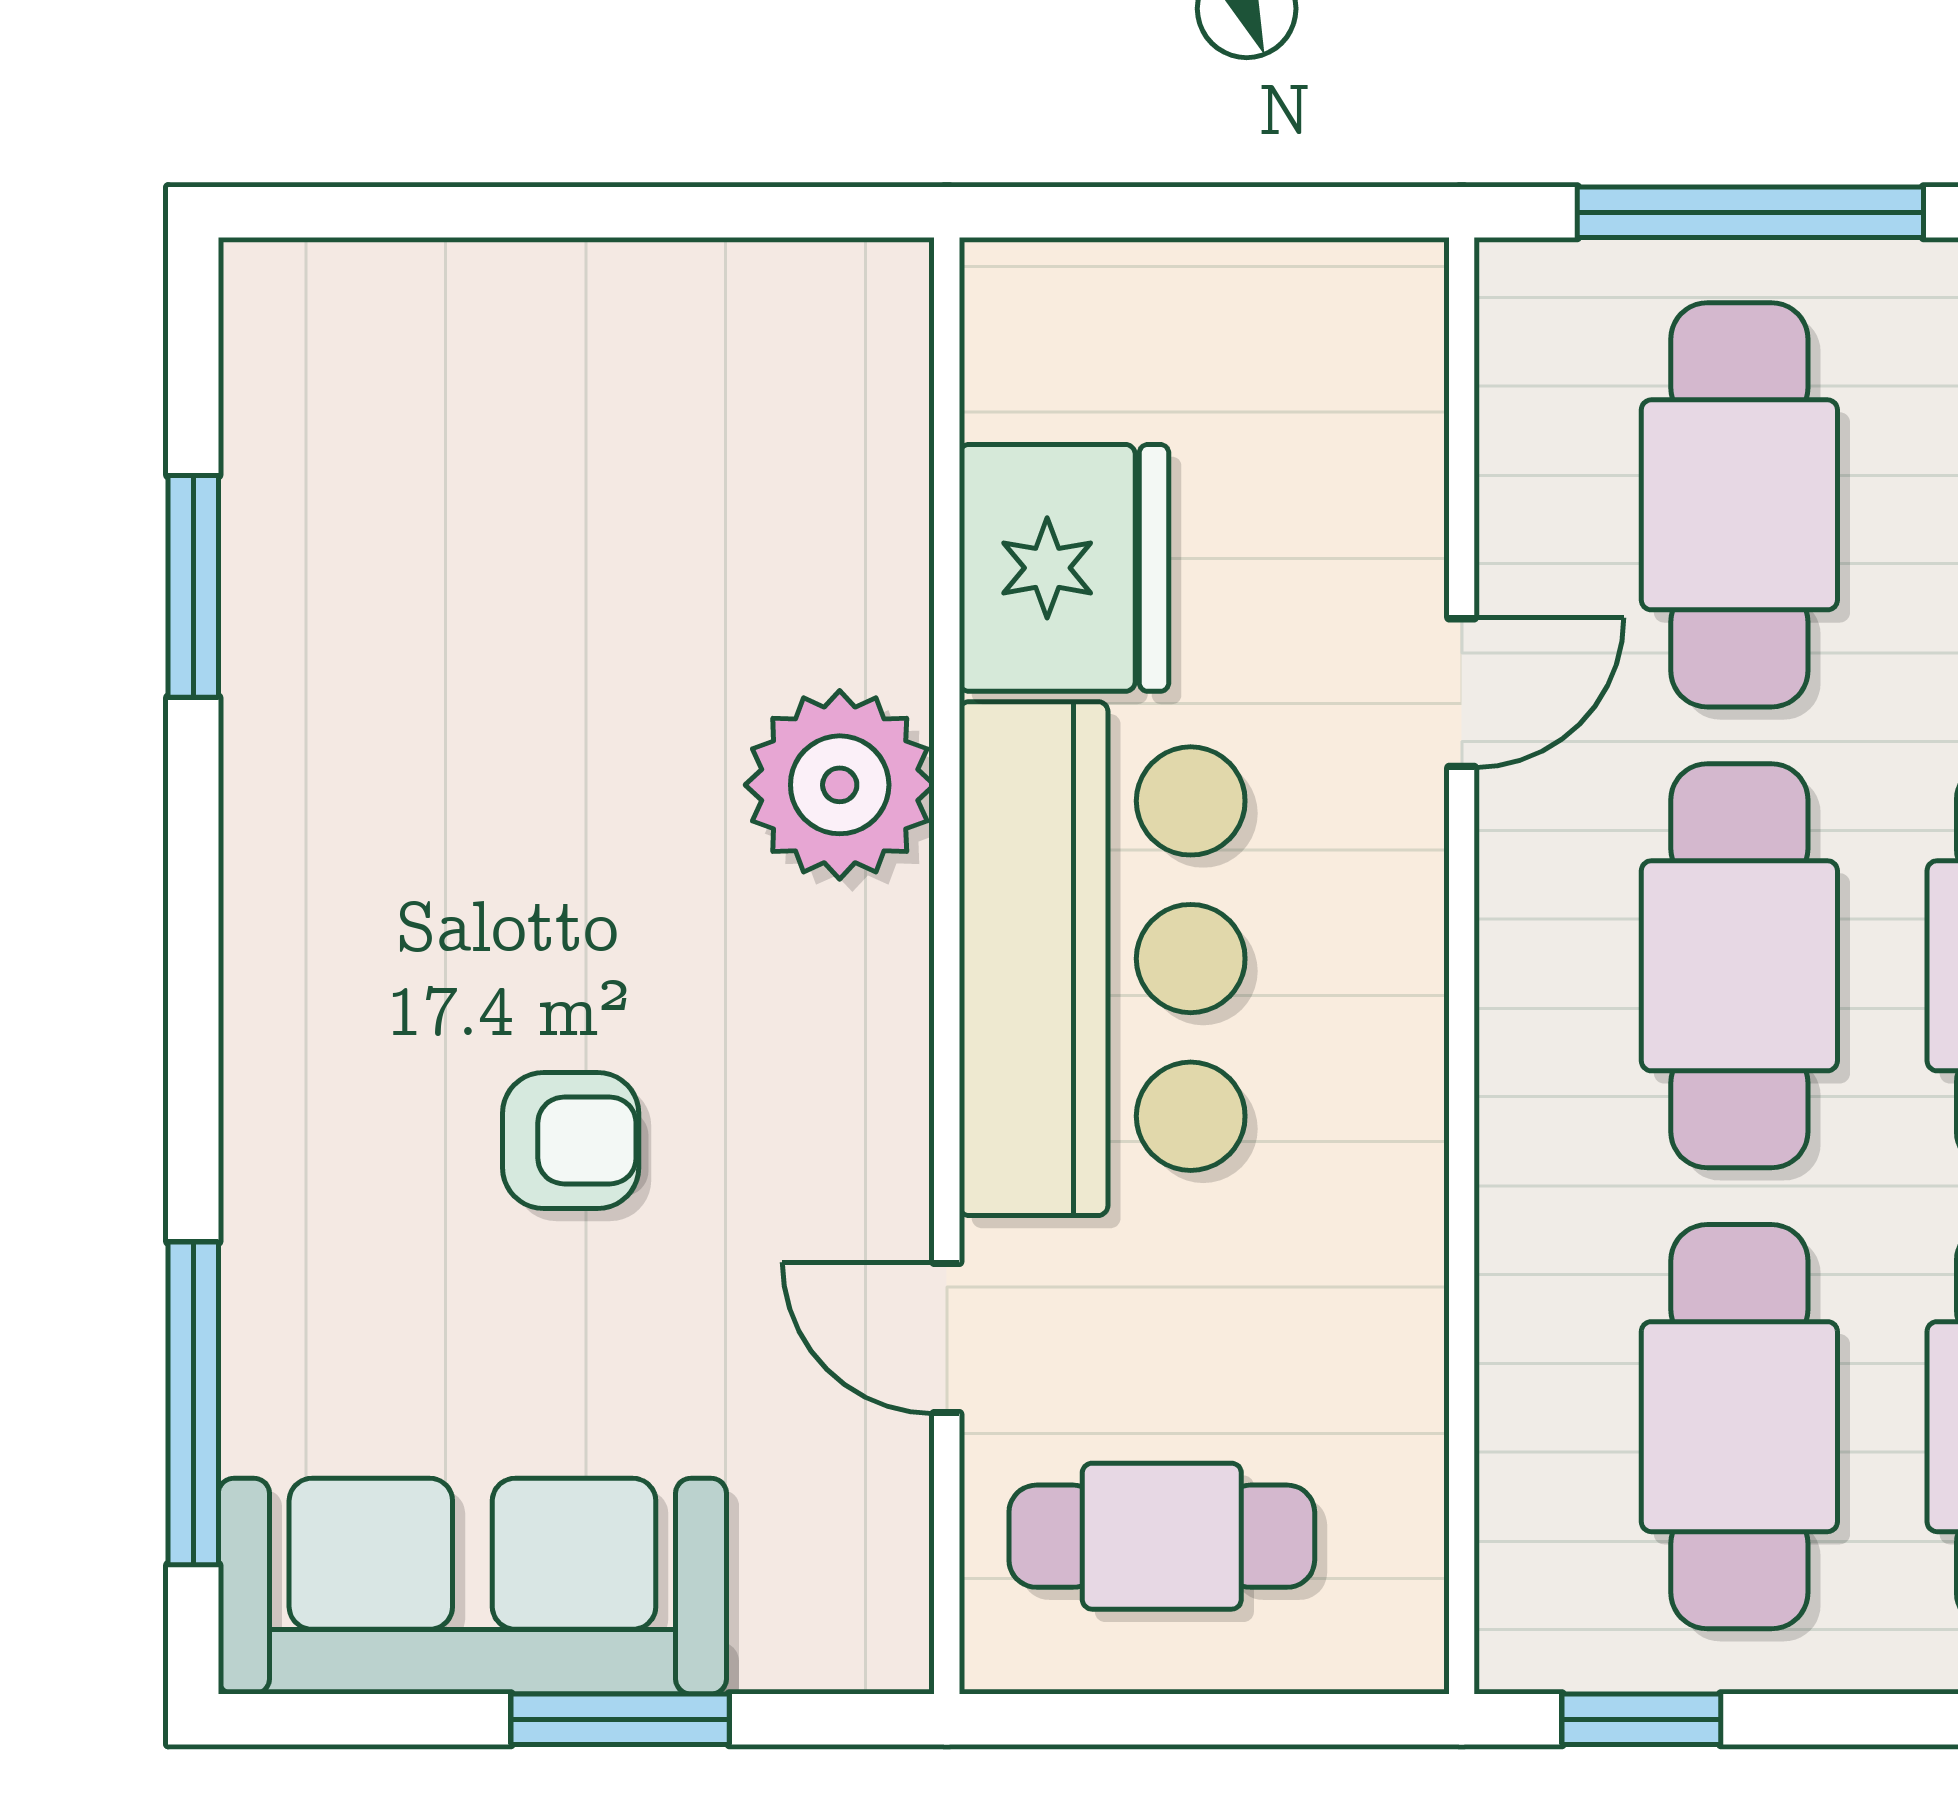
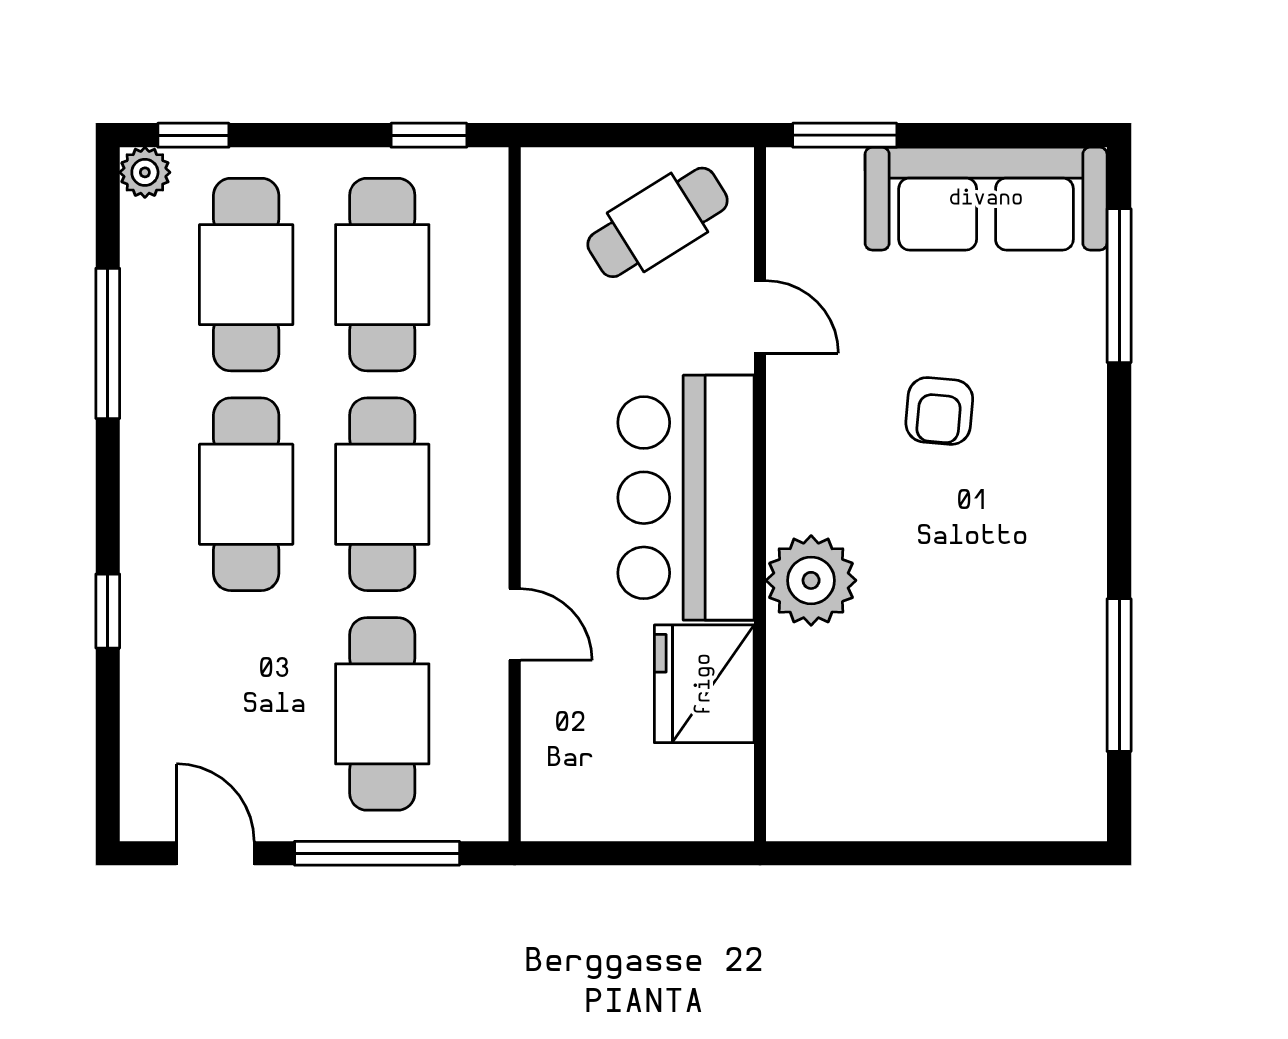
window: (193, 586) -> (1119, 675), width x1.44
door: (1462, 693) -> (515, 624), swing flipped
armchair: (571, 1140) -> (939, 411), turned -85
cafe table: (1162, 1536) -> (658, 222), turned -32
window: (620, 1719) -> (845, 135), moved

